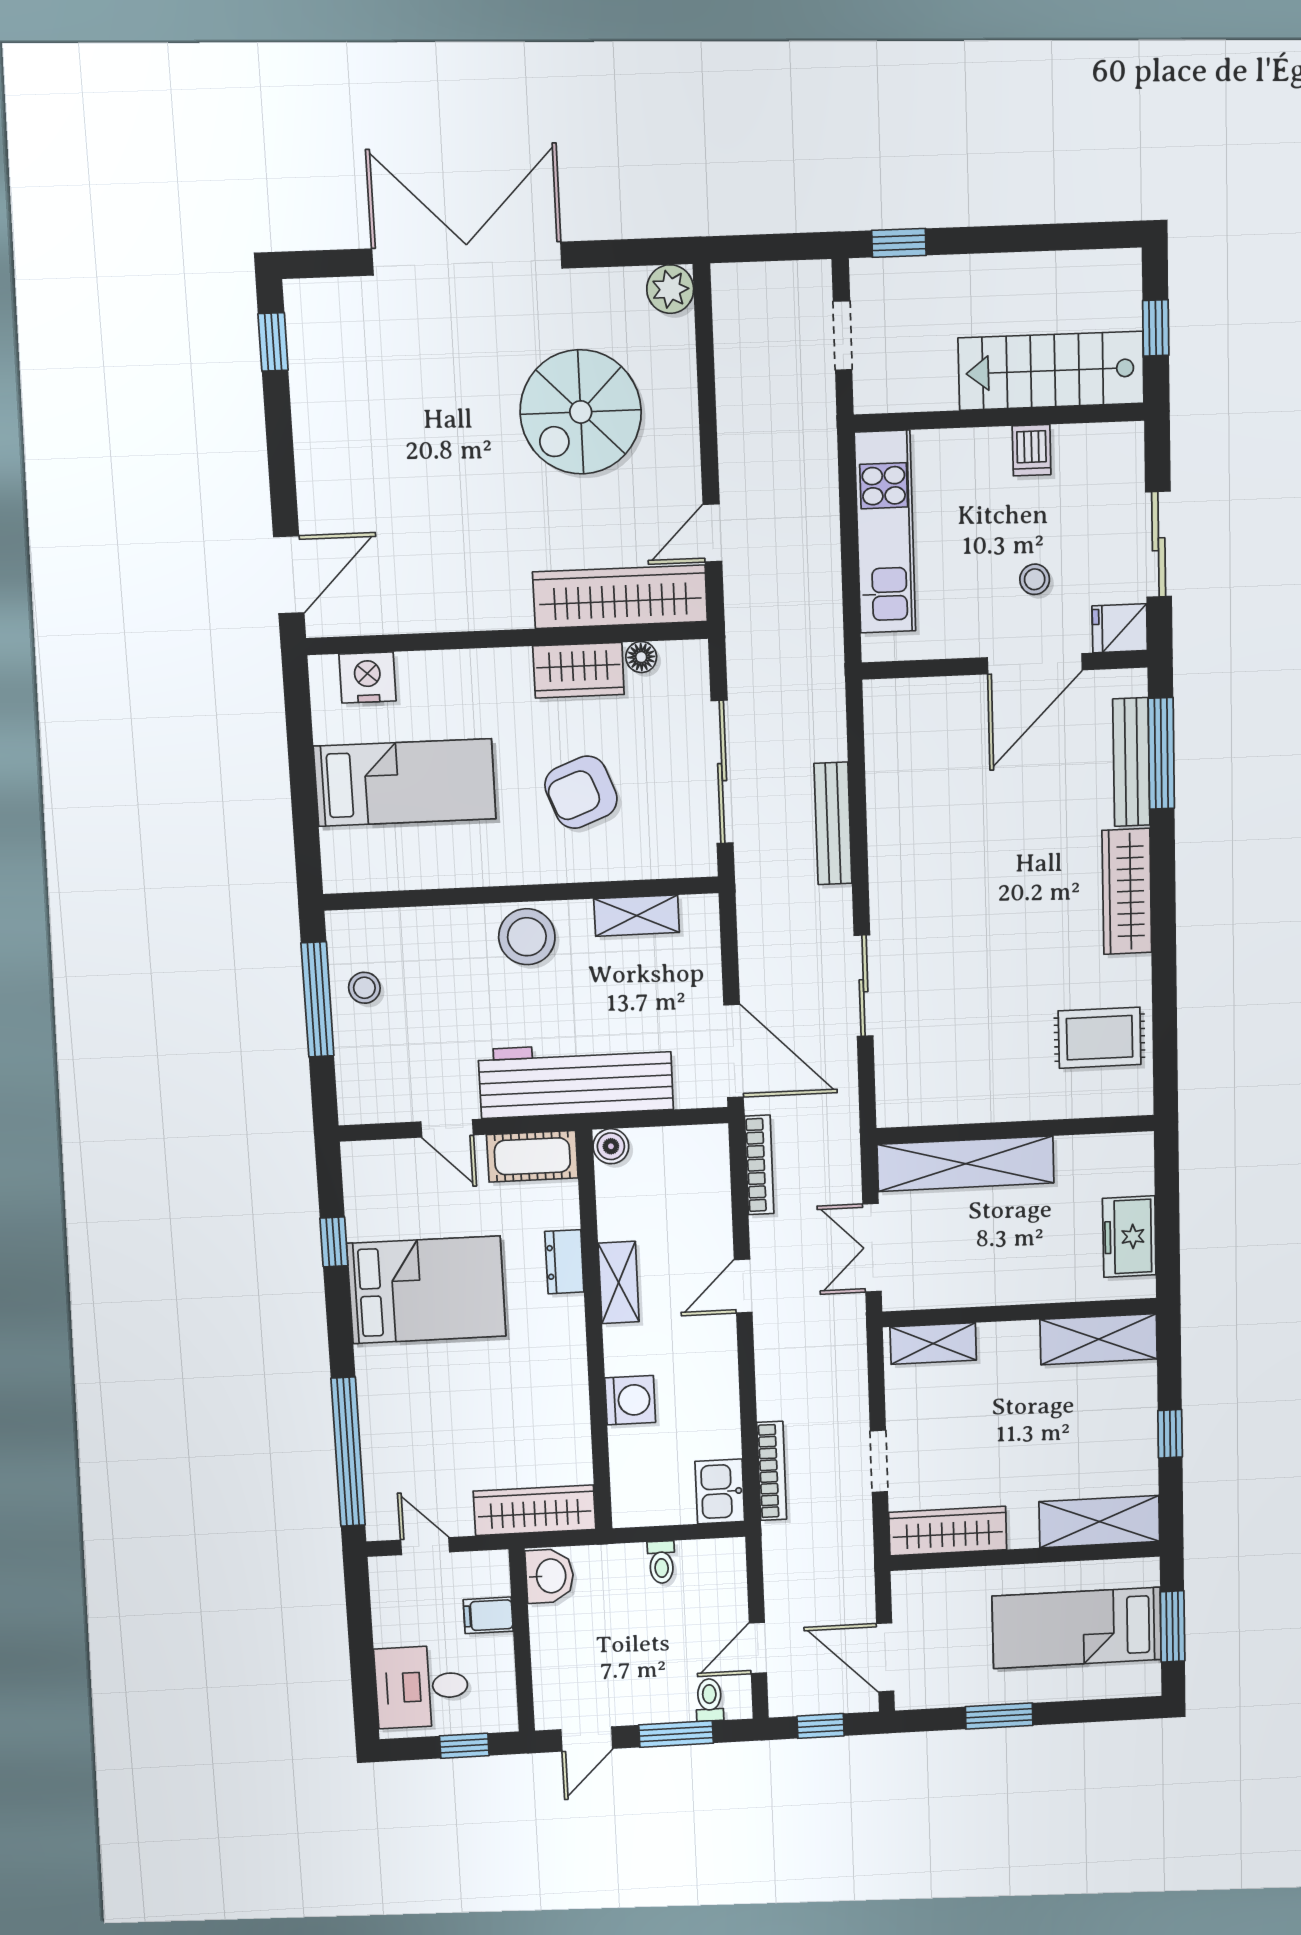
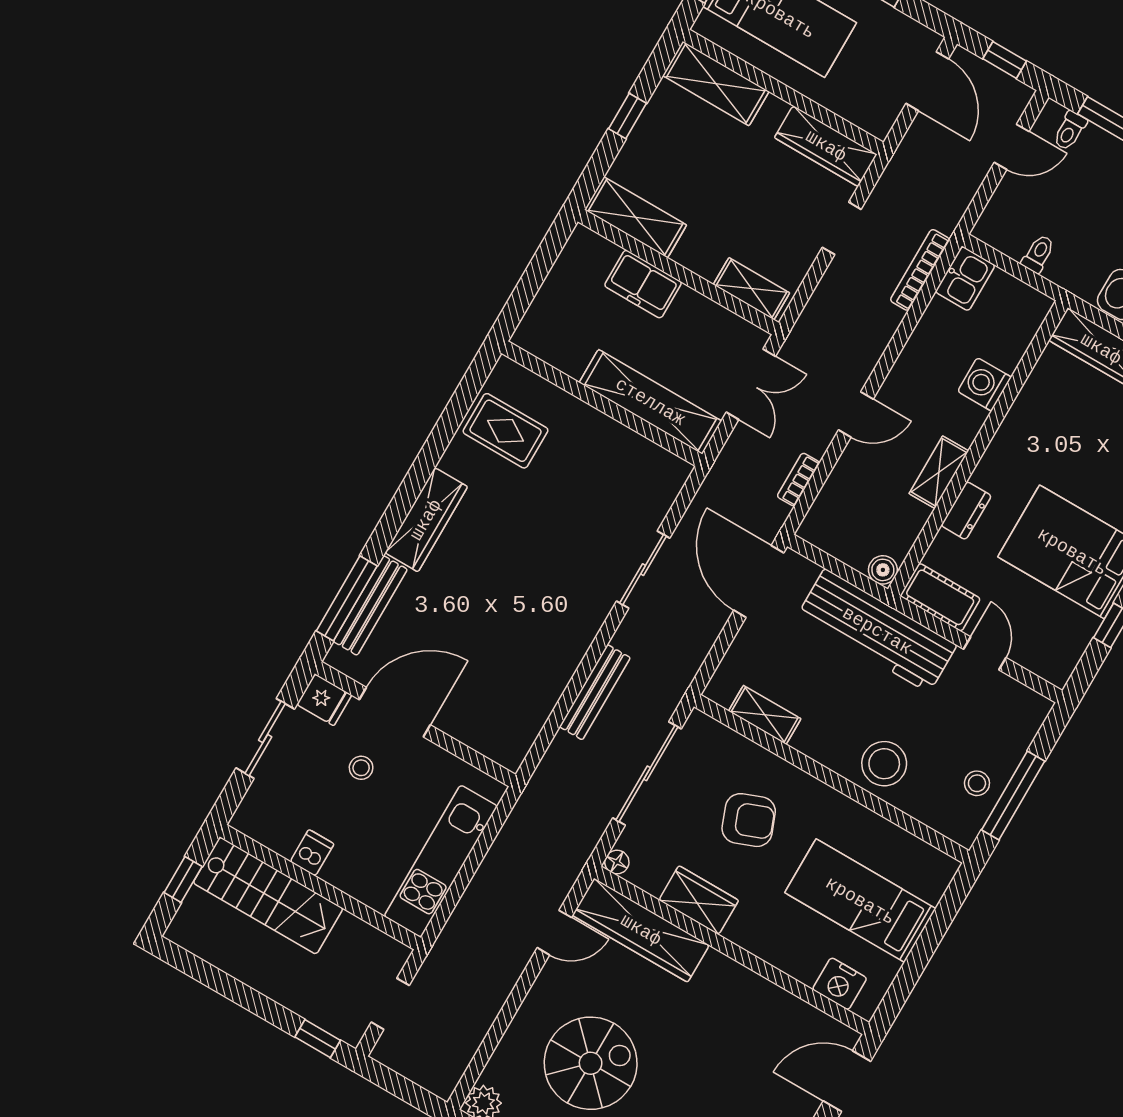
floor lamp: (641, 657) -> (617, 862), moved
stool: (527, 937) -> (884, 764), moved
bookcase: (759, 1165) -> (798, 479), width x0.64
freezer: (1129, 1237) -> (643, 284), moved, turned 90

